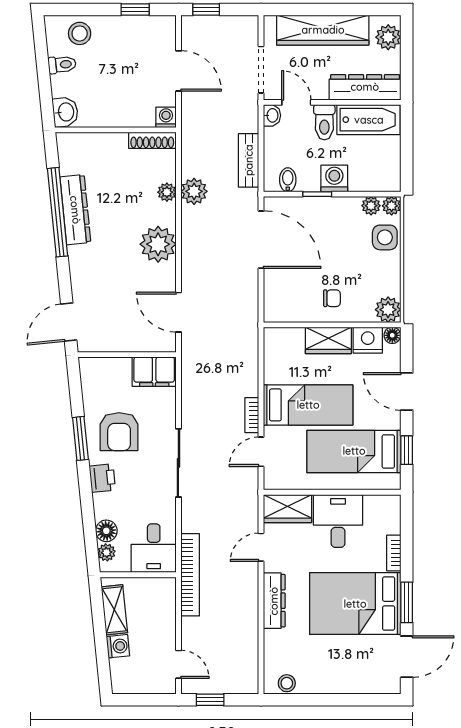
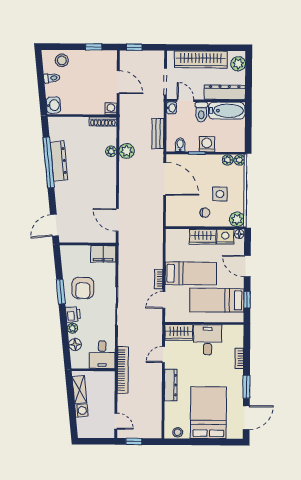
side table: (385, 237) -> (220, 194), moved
plant: (158, 244) -> (106, 181), removed
plant: (107, 552) -> (72, 328), moved
bed: (355, 604) -> (208, 413), moved, turned 90

